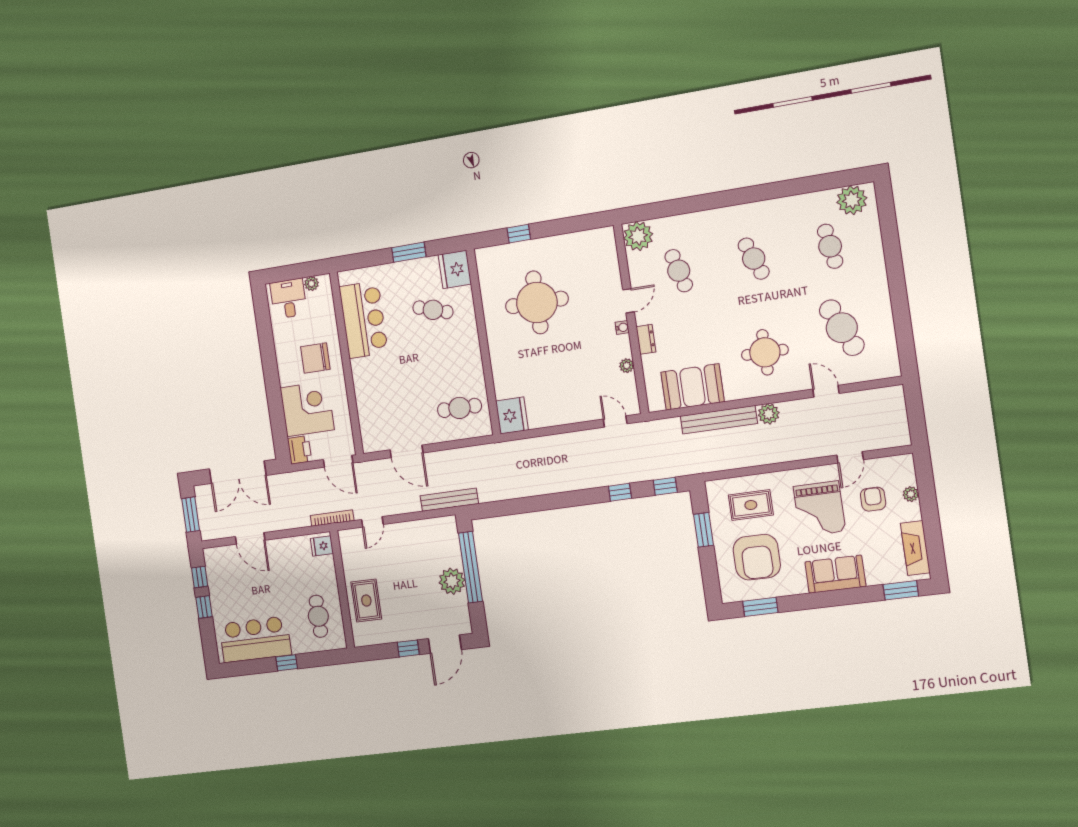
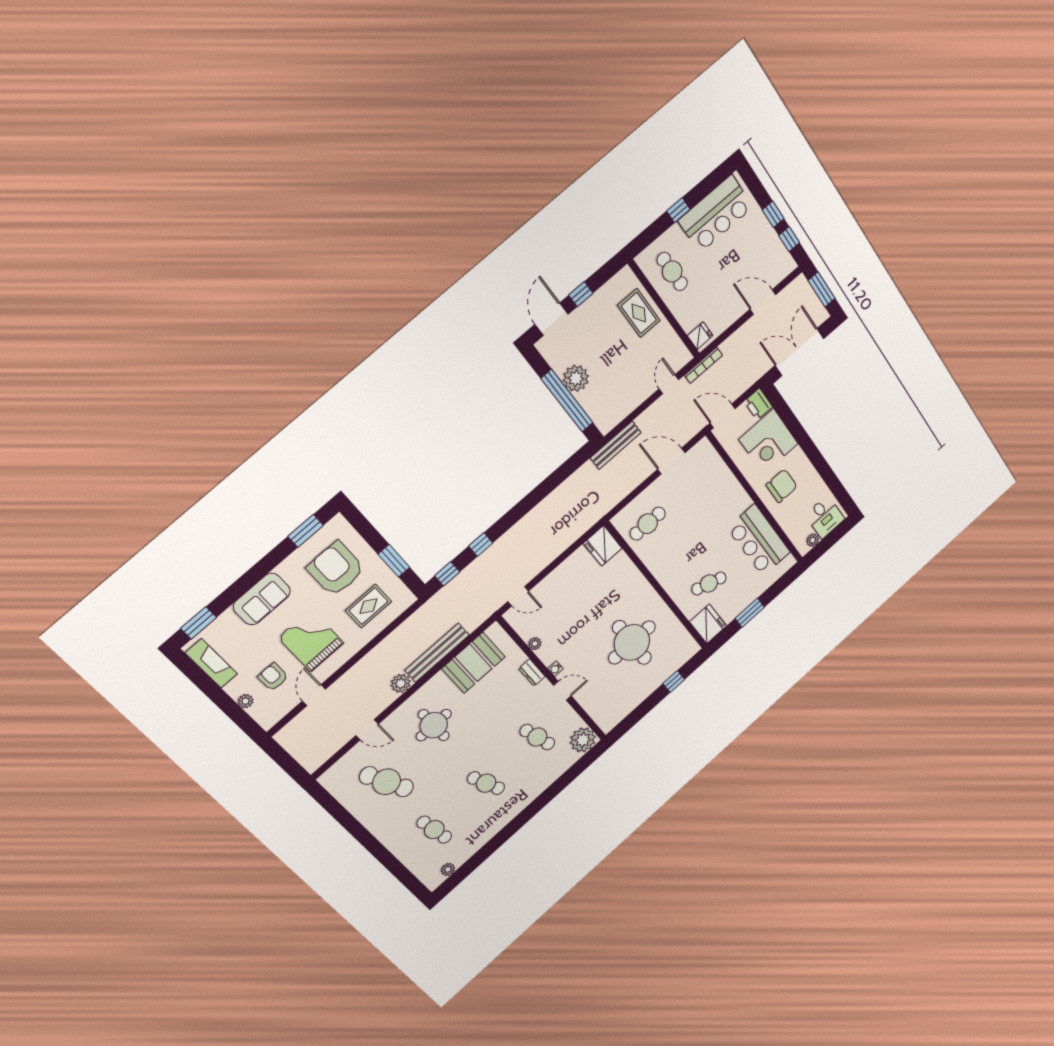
plant: (852, 200) -> (448, 869), width x0.53, depth x0.53
door: (629, 301) -> (562, 691), swing flipped
armchair: (873, 499) -> (273, 677), turned 180

